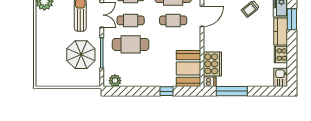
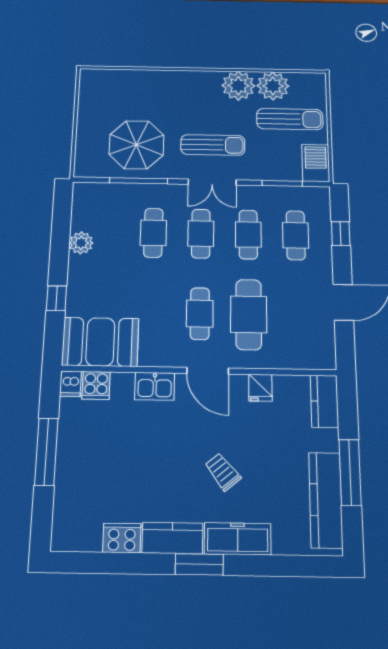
cafe table: (131, 44) -> (153, 233), width x0.73, depth x0.74
cooker: (212, 64) -> (96, 385), width x0.53, depth x0.76
kitchen sink: (281, 77) -> (155, 386), moved, turned 180
plant: (115, 81) -> (81, 243), moved
window: (232, 91) -> (46, 452), moved

